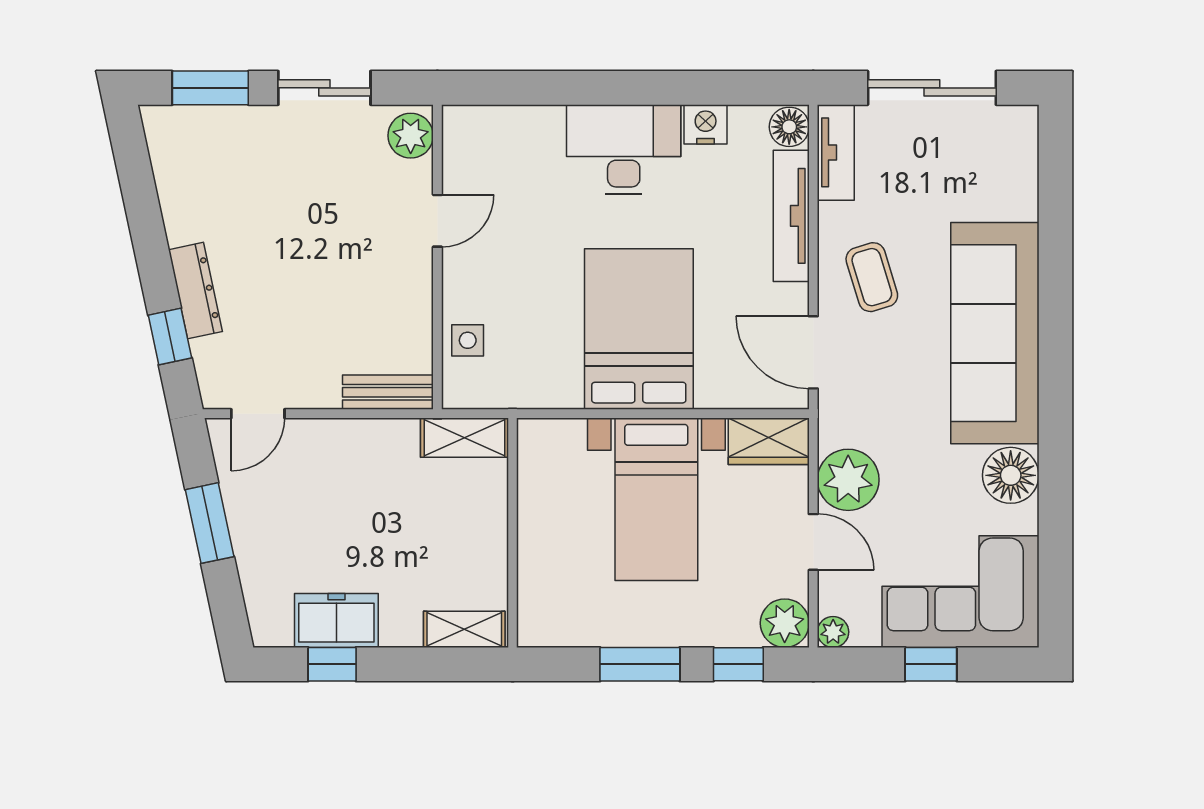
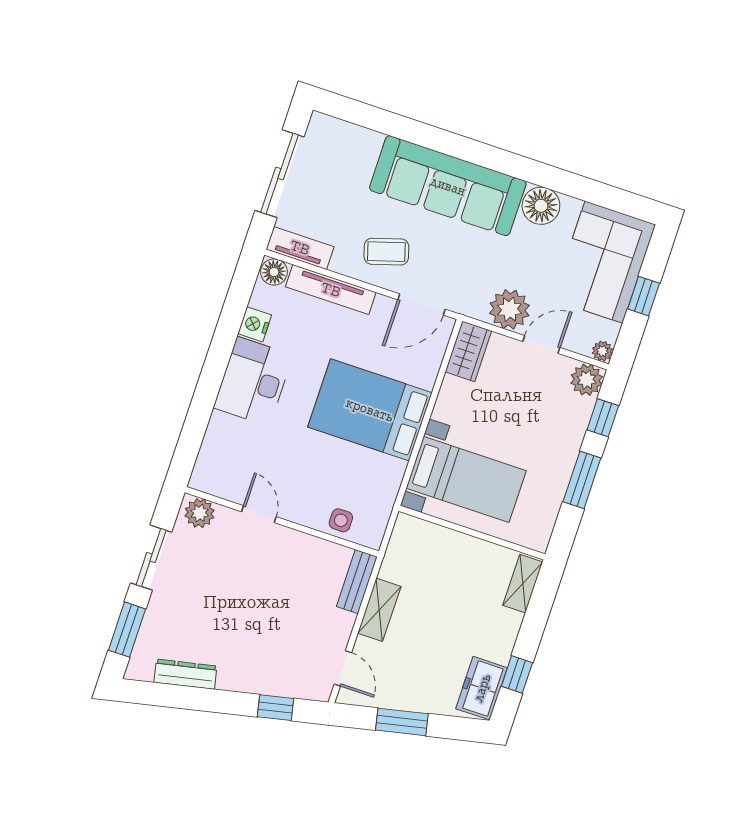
dresser: (196, 291) -> (185, 674), moved
shelving: (465, 438) -> (379, 610), moved
bed with nightstands: (656, 499) -> (466, 479), moved
freezer: (336, 620) -> (482, 688), moved

